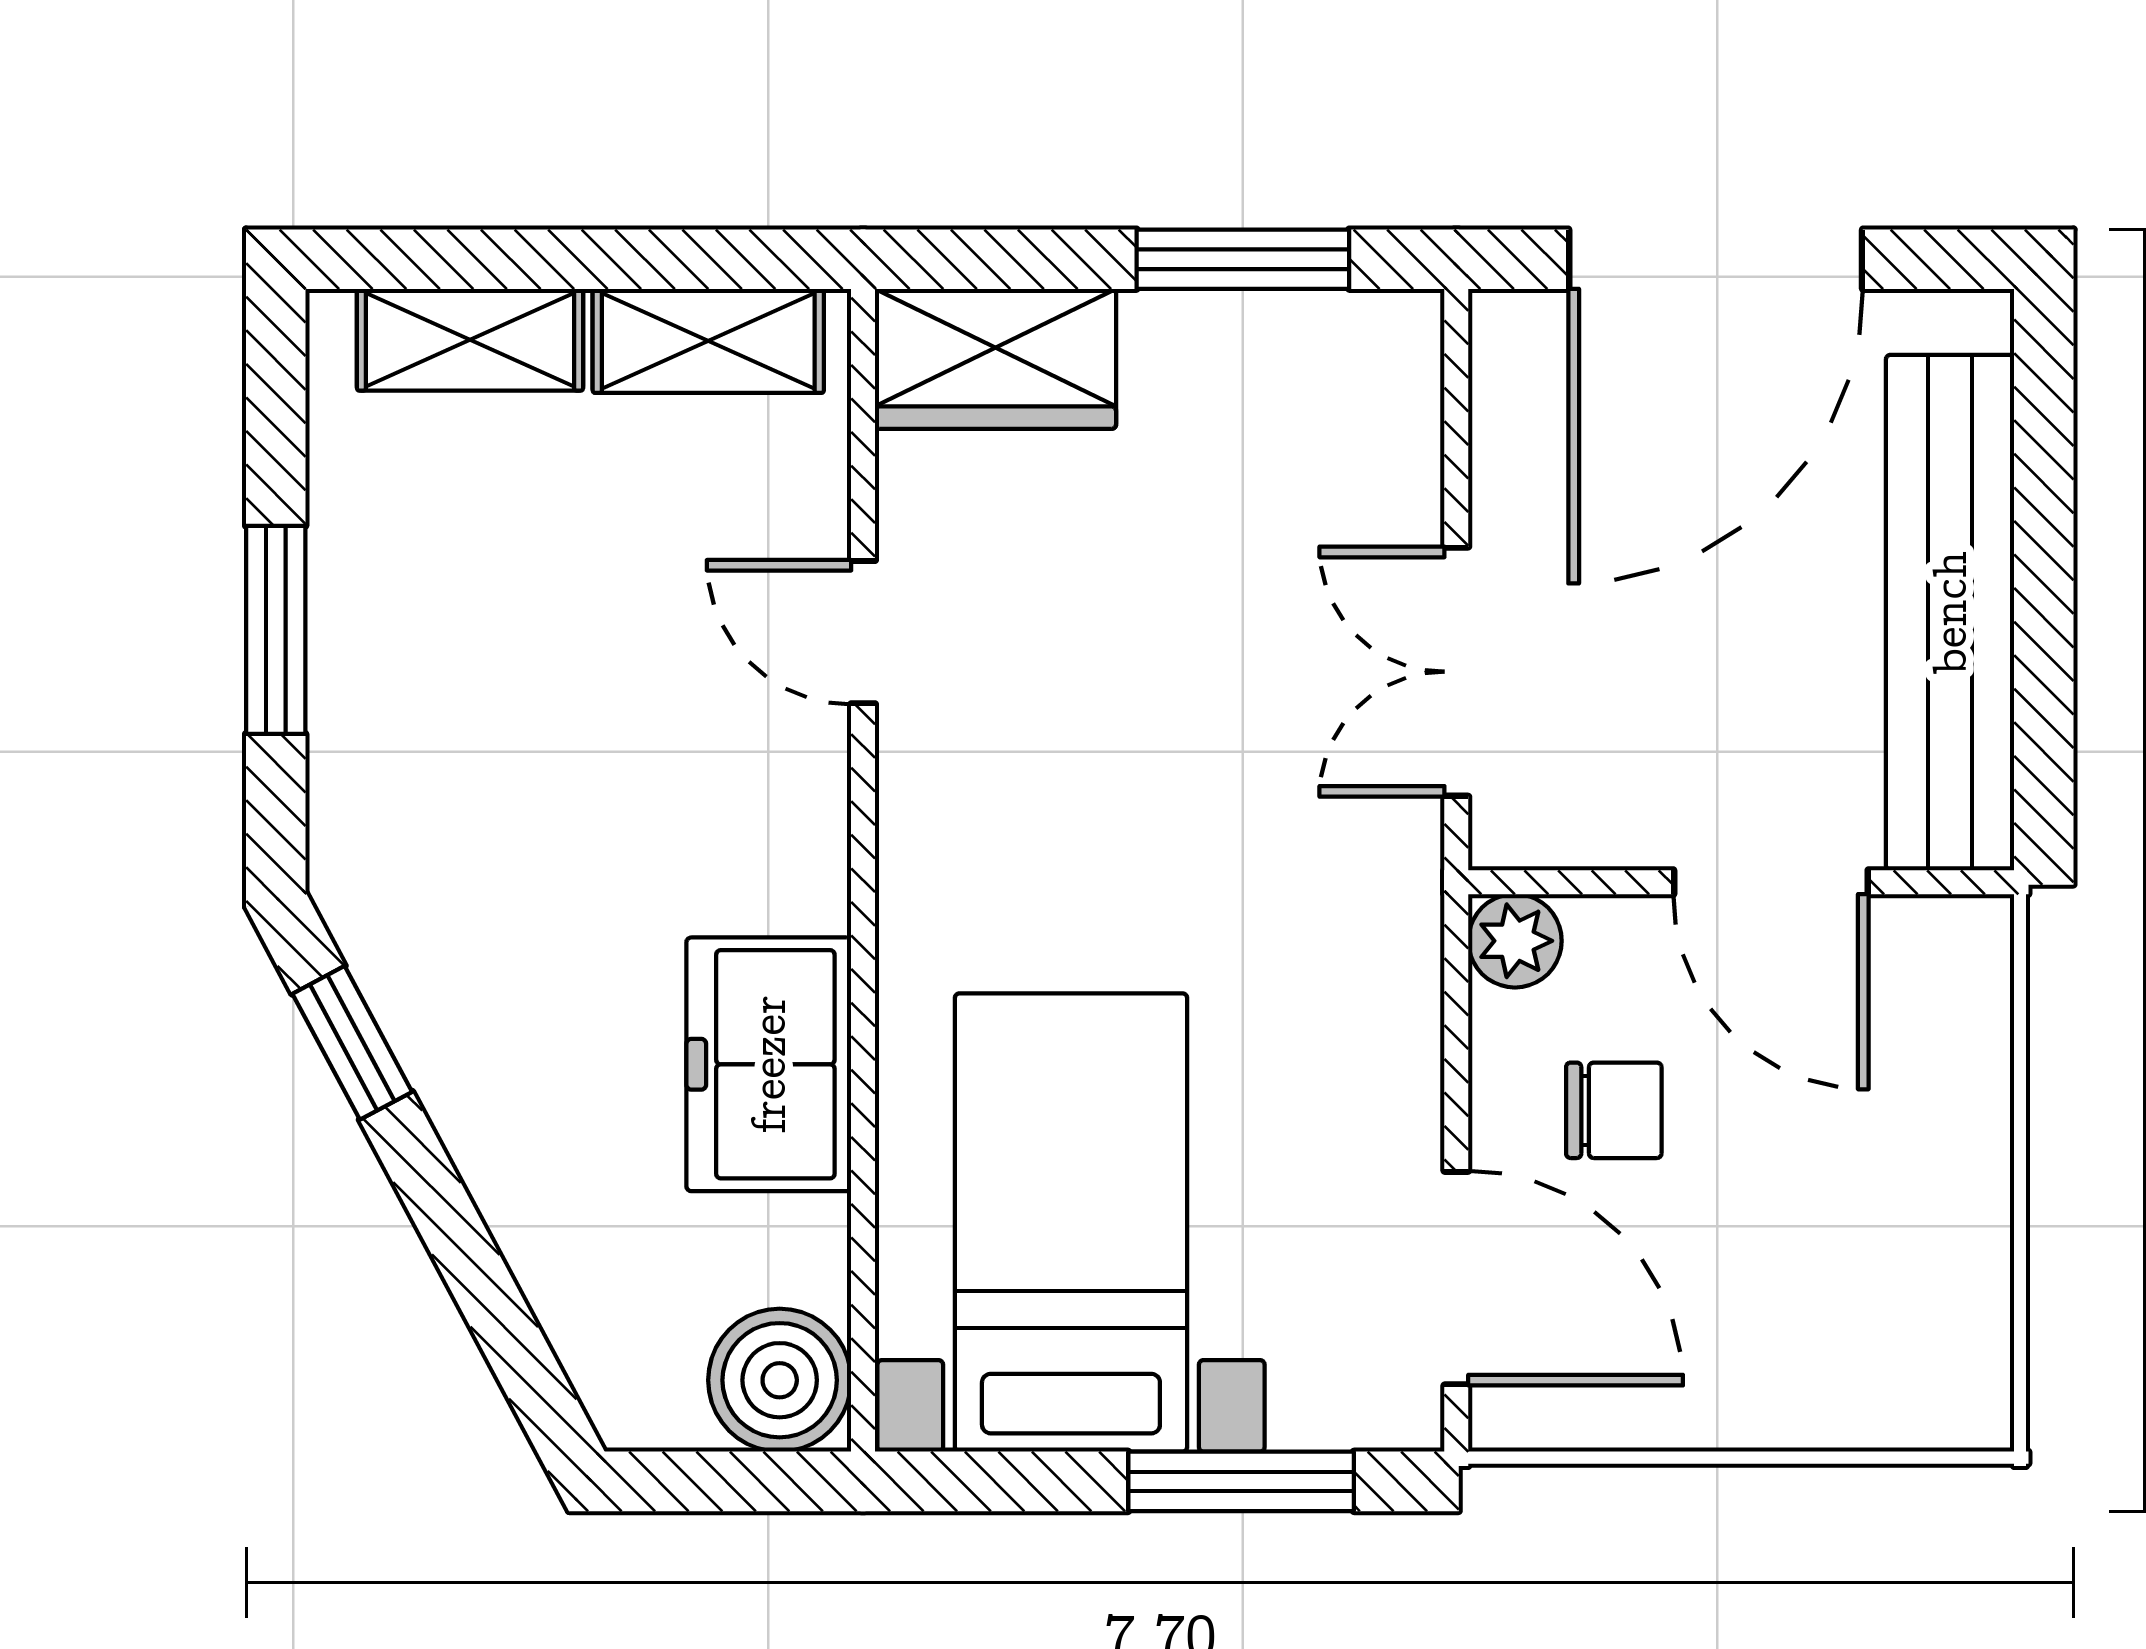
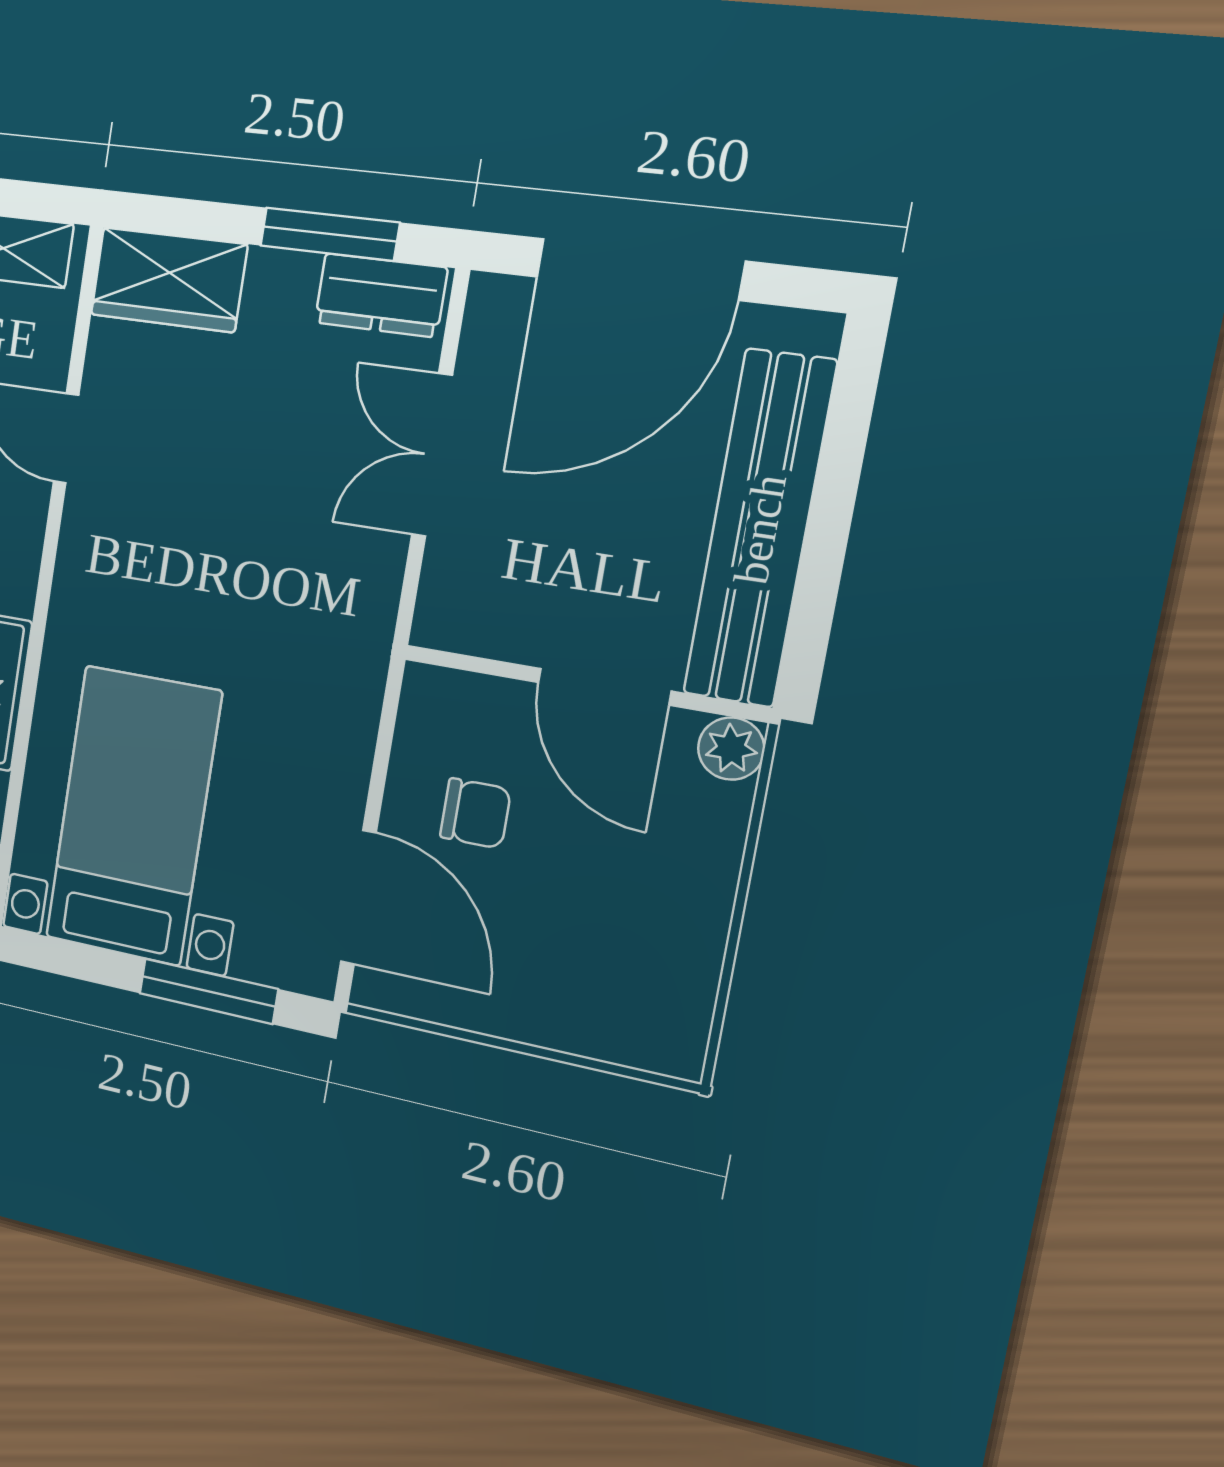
dresser: (1338, 343) -> (381, 295), added
double door: (1456, 672) -> (432, 455), moved
plant: (1515, 941) -> (731, 749), moved

